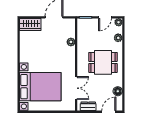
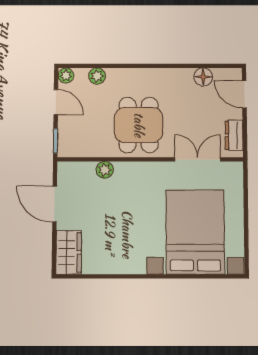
dining table: (103, 62) -> (139, 125), moved

